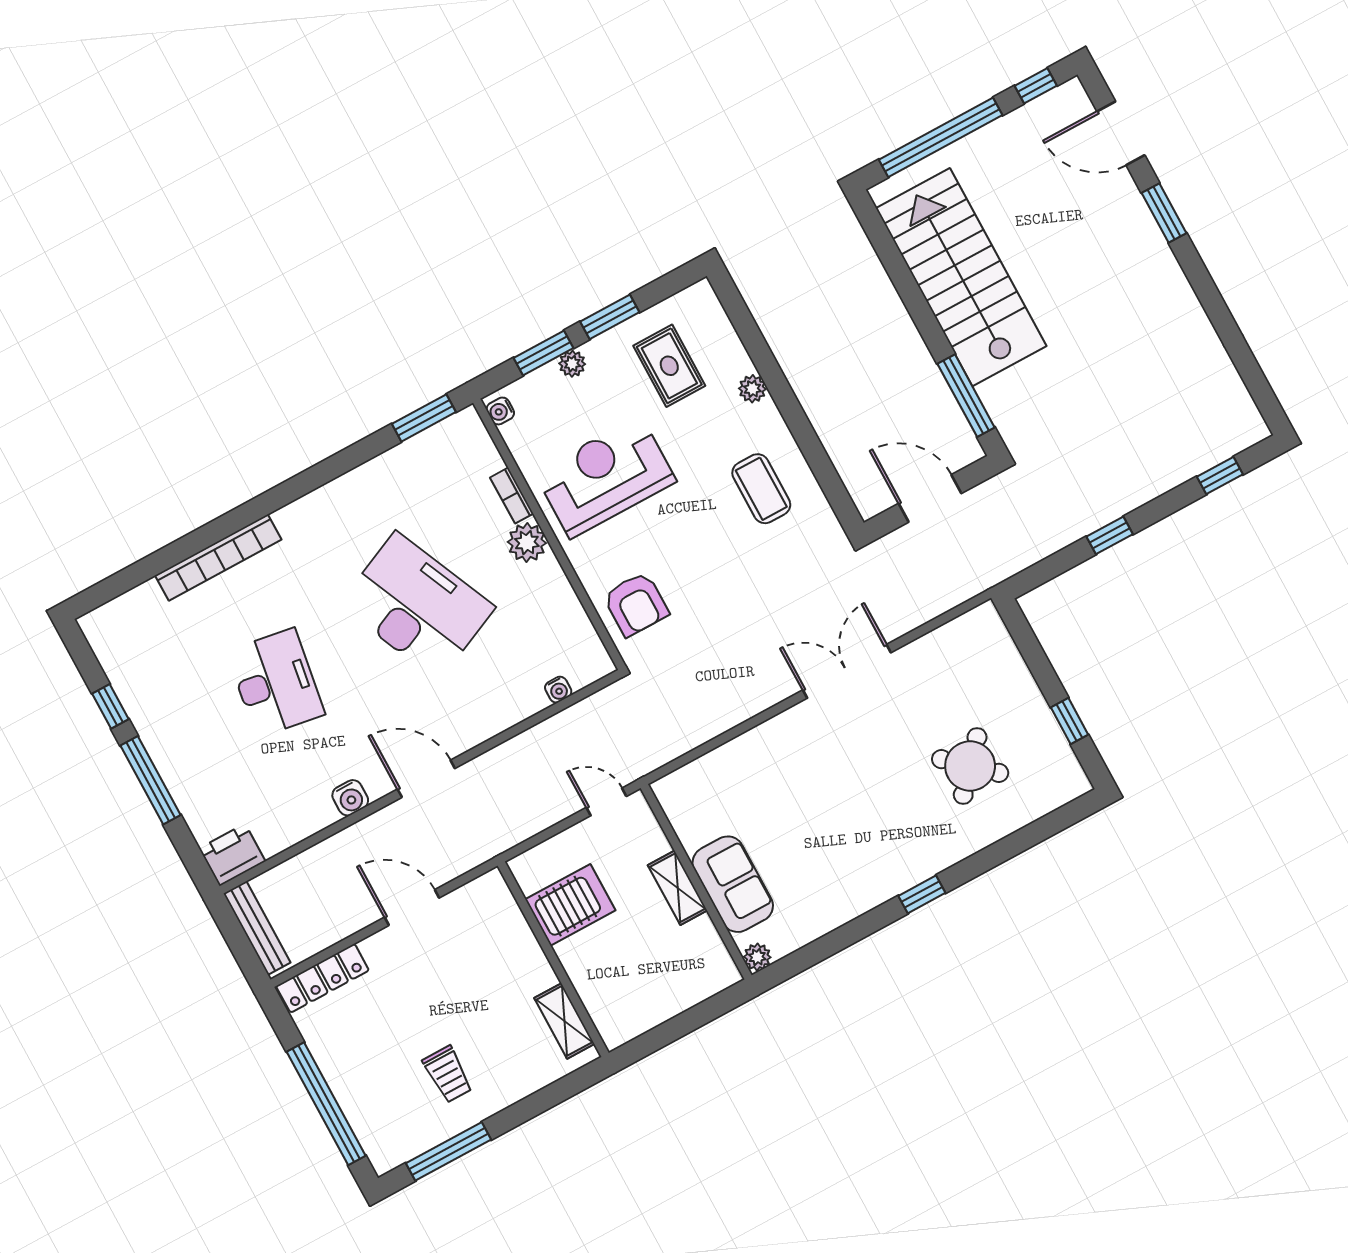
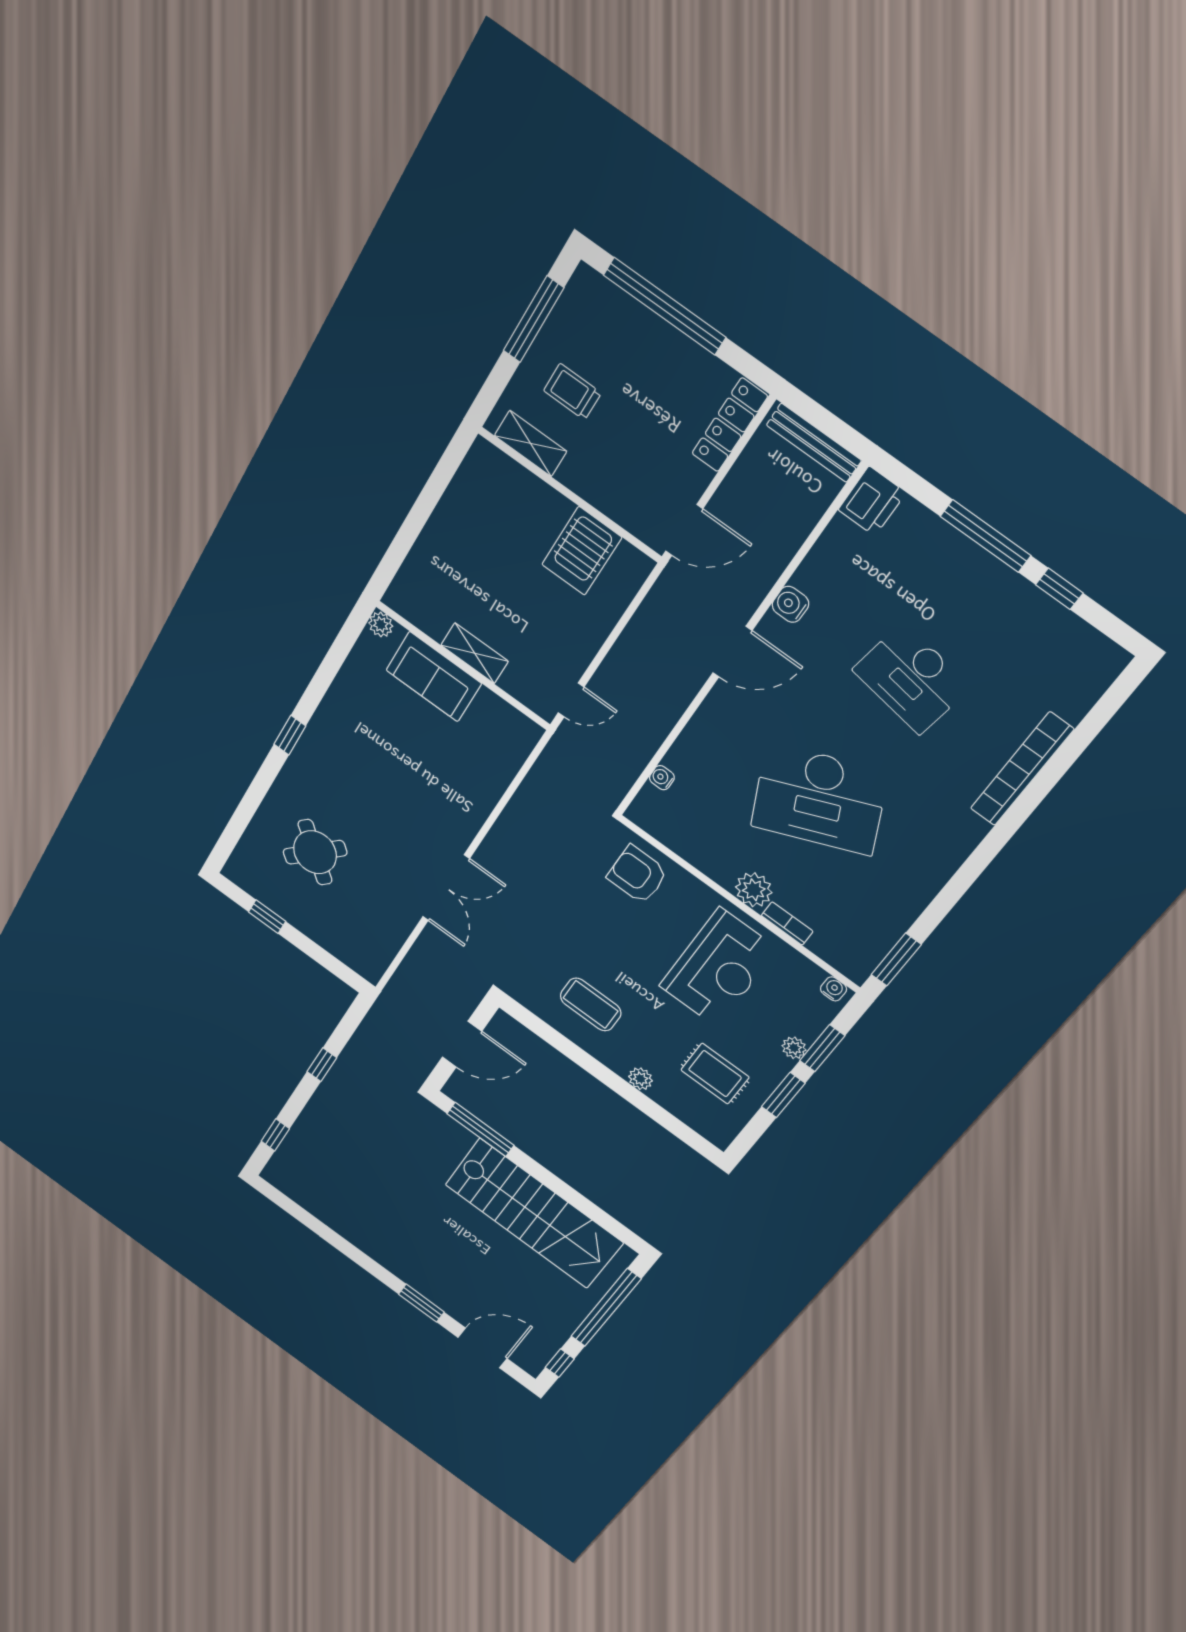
server rack: (570, 905) -> (582, 551), moved
wall: (553, 959) -> (570, 495), moved
shelving: (564, 1021) -> (531, 443), moved

